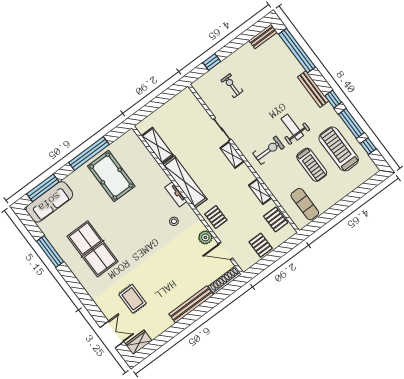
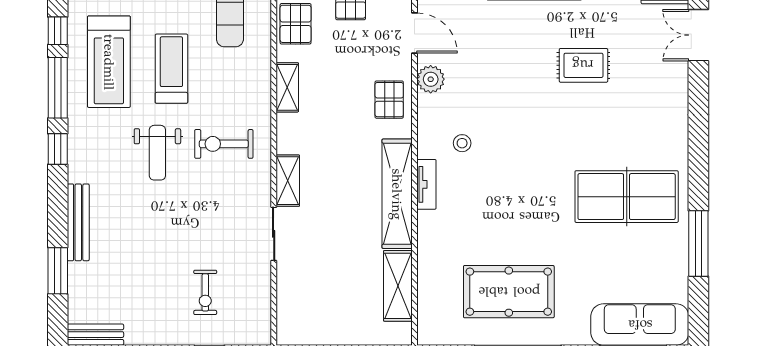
window: (297, 51) -> (58, 271), width x0.47
bench: (313, 89) -> (78, 222), moved
pool table: (111, 176) -> (509, 292), turned 90
table tennis table: (93, 249) -> (627, 197), turned 90
rug: (133, 299) -> (583, 65), moved, turned 90

